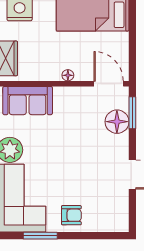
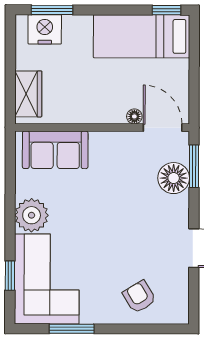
floor lamp: (68, 75) -> (134, 116), moved
armchair: (71, 215) -> (139, 297), moved, turned -121

